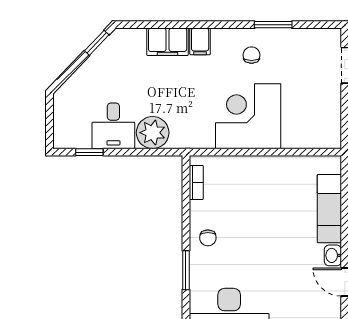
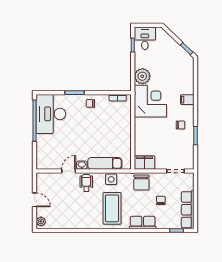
filing cabinet: (168, 42) -> (145, 162), moved, turned 90
corner desk: (248, 116) -> (150, 101), moved
desk: (113, 126) -> (145, 38), moved, turned 90

